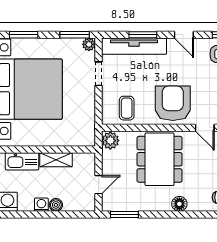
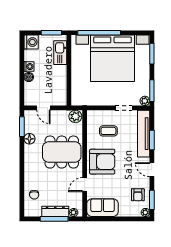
door: (184, 35) -> (152, 170), hinge flipped
coffee table: (127, 108) -> (108, 131), moved
shelving: (56, 160) -> (61, 77), removed
floor lamp: (179, 204) -> (29, 139), moved

